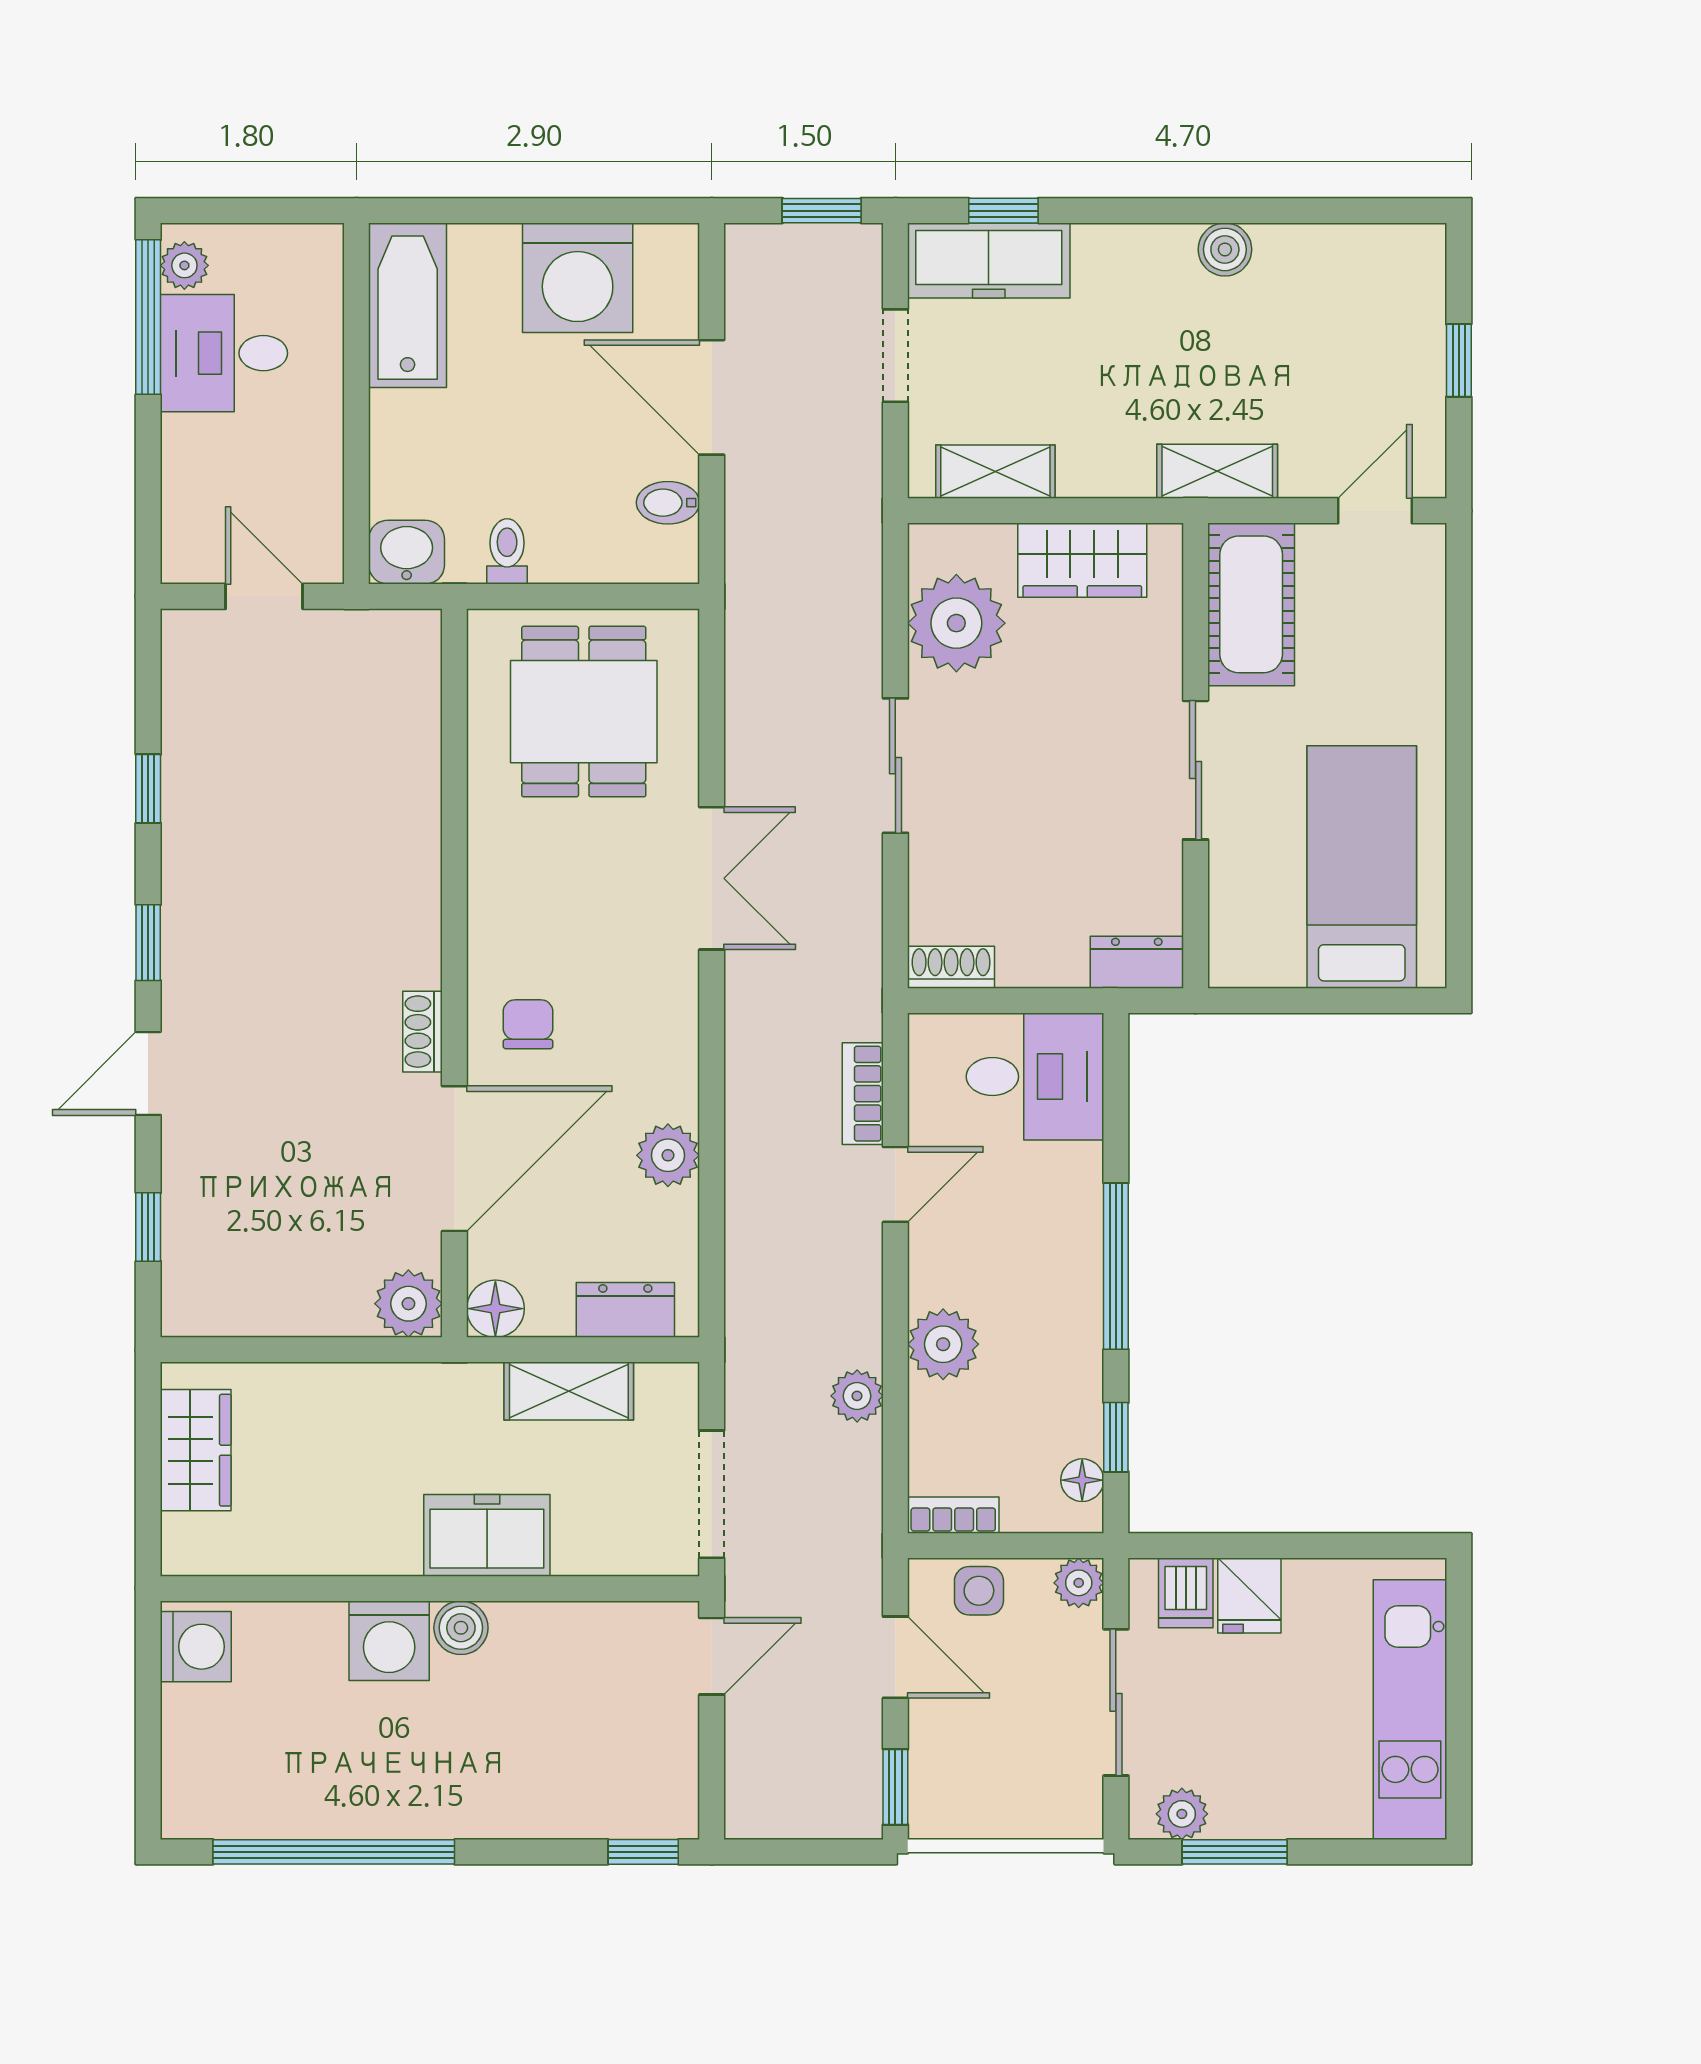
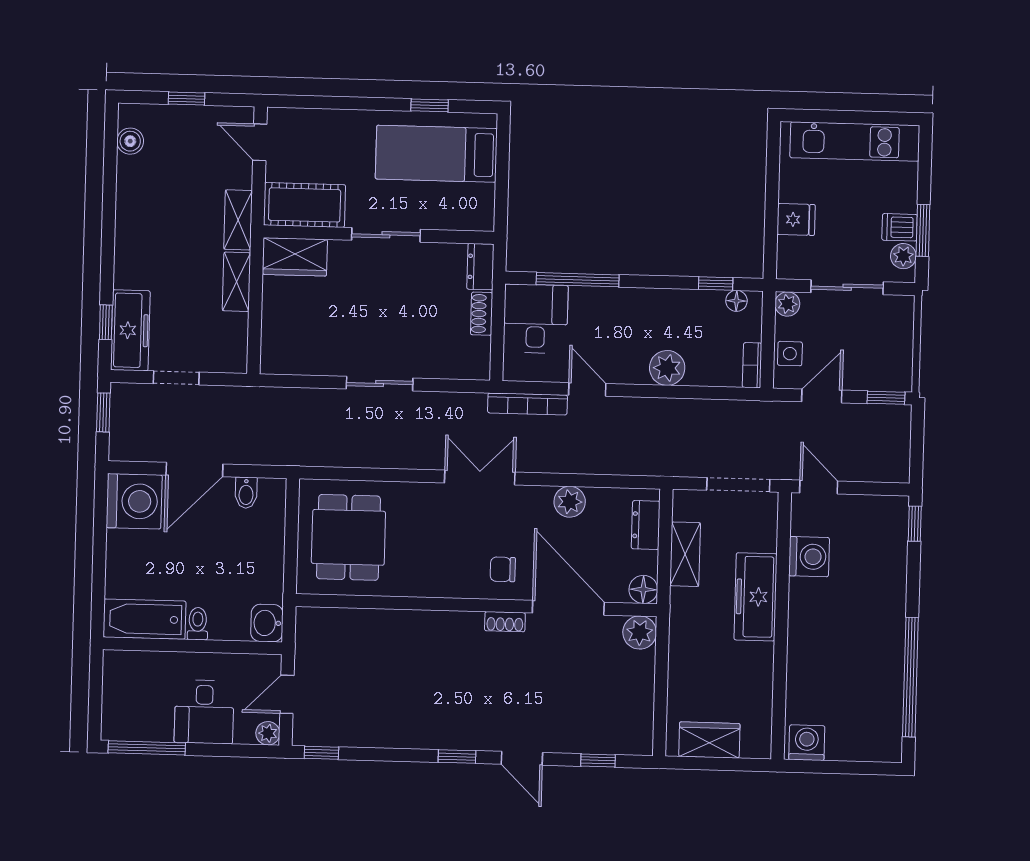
boiler: (1225, 249) -> (130, 141), moved
plant: (184, 265) -> (268, 733), moved
washing machine: (578, 278) -> (134, 501), moved
desk: (224, 353) -> (204, 712), moved
shelving: (995, 472) -> (237, 282), moved
toilet: (507, 551) -> (198, 624), moved, turned 90
wardrobe: (1082, 560) -> (295, 257), moved, turned 90
plant: (956, 623) -> (310, 351), removed
dining table: (584, 712) -> (348, 537), turned 90
window: (148, 789) -> (321, 753), moved
window: (1459, 851) -> (430, 105), added
double door: (712, 878) -> (480, 478), moved
shoe rack: (951, 967) -> (482, 314), moved
bookcase: (863, 1094) -> (528, 404), width x1.56
window: (1116, 1266) -> (578, 280), moved
plant: (857, 1396) -> (692, 411), removed
freezer: (487, 1535) -> (756, 597), width x1.40
dishwasher: (1186, 1593) -> (900, 227), moved, turned 180
boiler: (461, 1628) -> (801, 611), removed
washing machine: (389, 1641) -> (809, 557), moved

